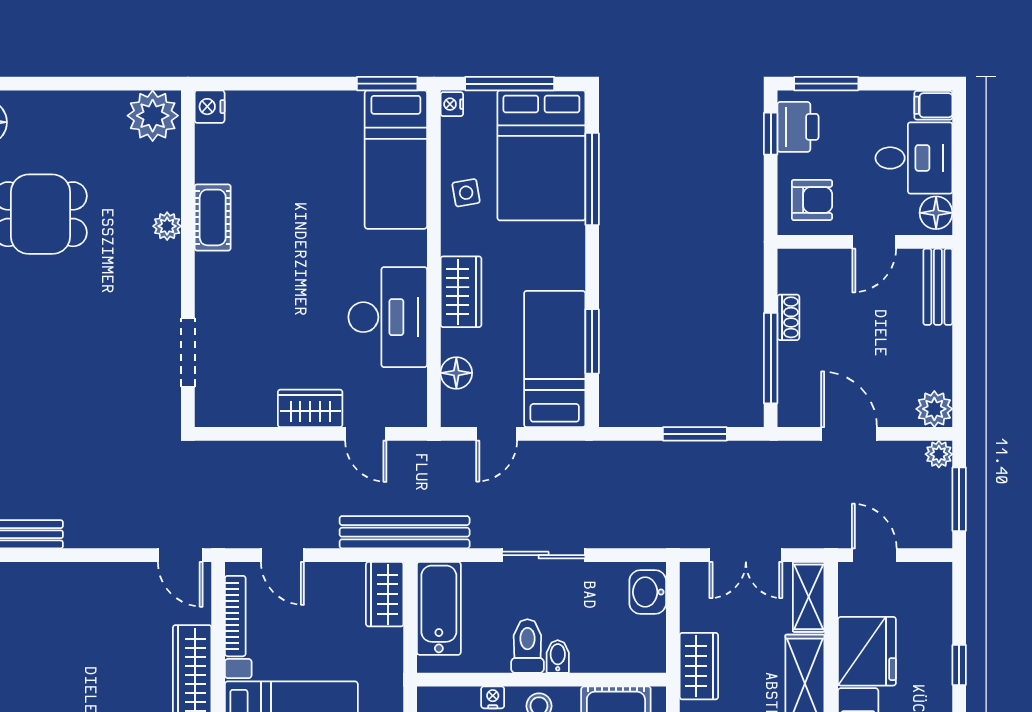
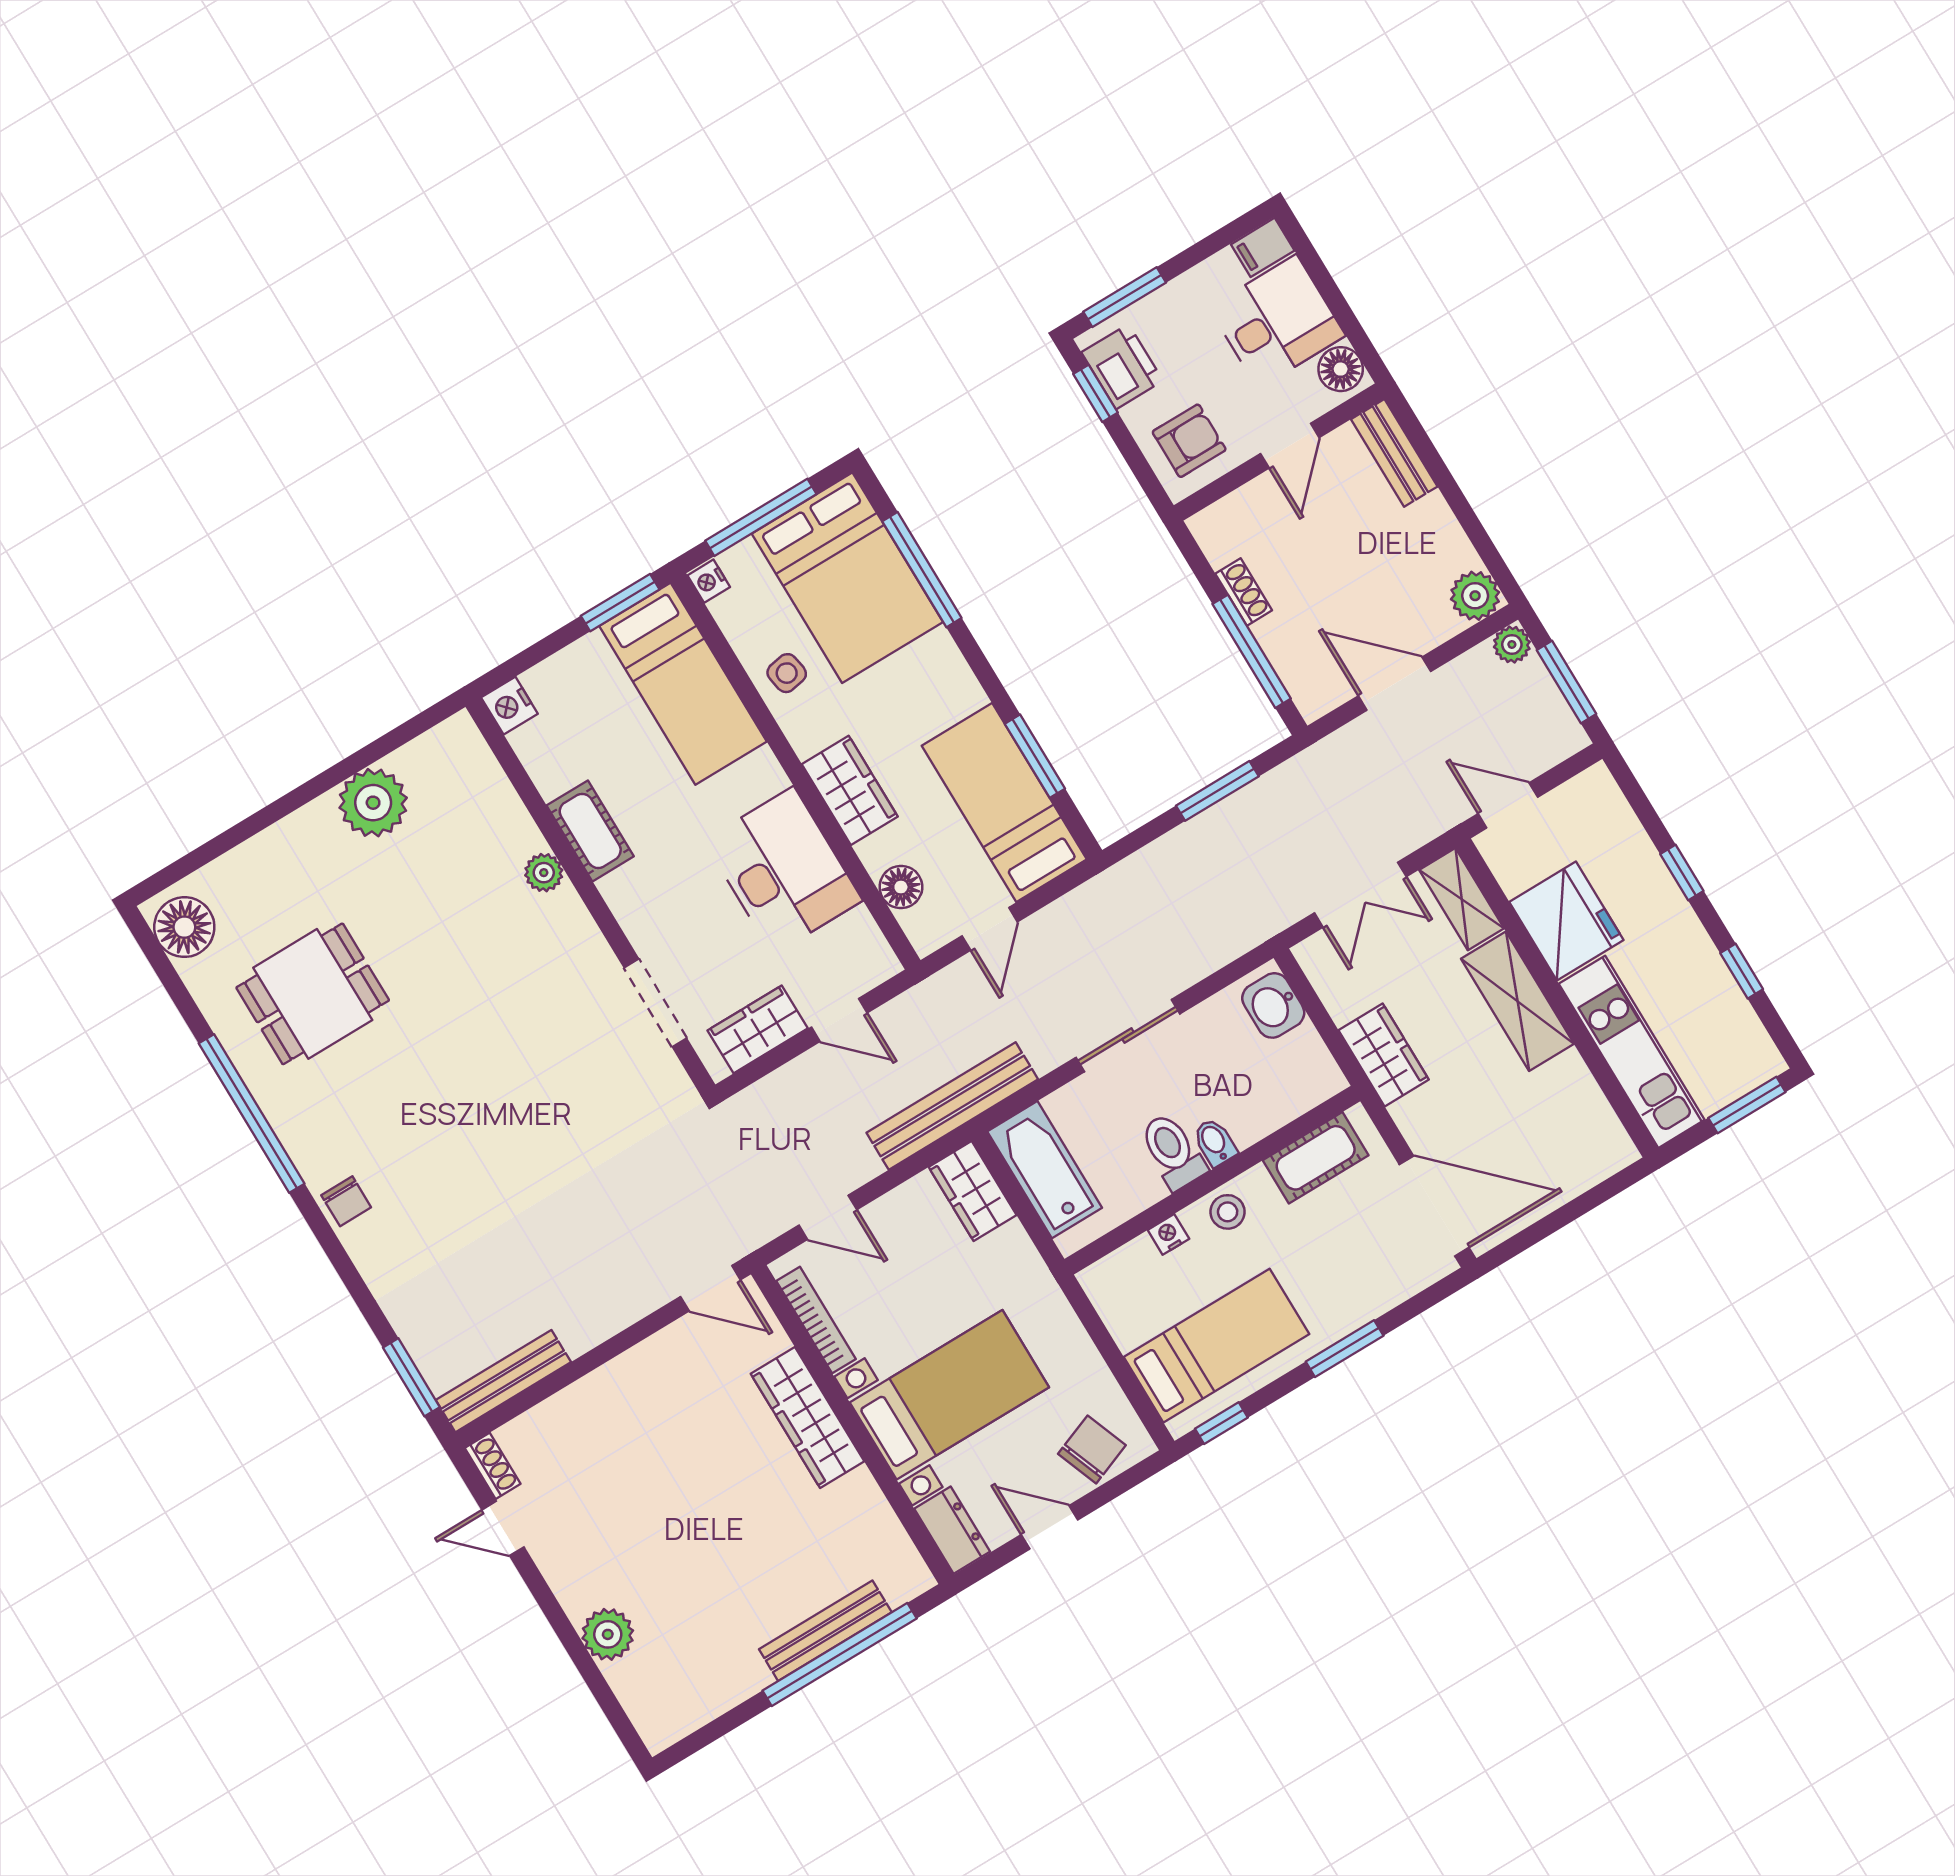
nightstand: (210, 107) -> (509, 706), moved
cot: (213, 217) -> (590, 831), moved
plant: (167, 226) -> (544, 873), moved
wall: (188, 259) -> (590, 896), moved
doorway: (188, 352) -> (655, 1003), moved

